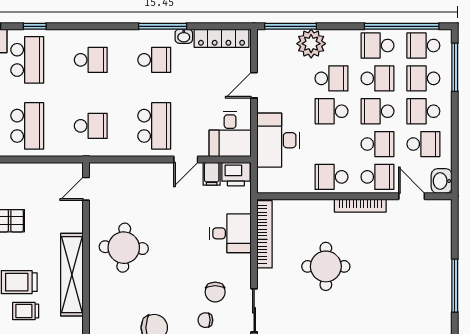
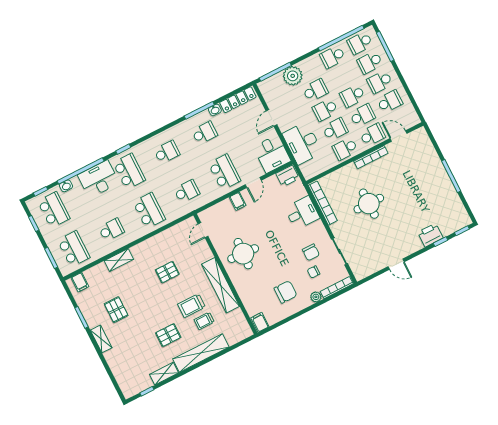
school desk: (377, 78) -> (335, 129), moved
filing cabinet: (212, 174) -> (238, 201), moved
washbasin: (442, 181) -> (412, 118), removed

